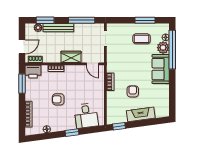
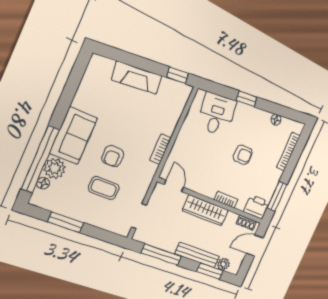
coffee table: (142, 39) -> (104, 188), moved
wardrobe: (71, 57) -> (205, 210), width x1.50
armchair: (133, 91) -> (113, 156), moved

